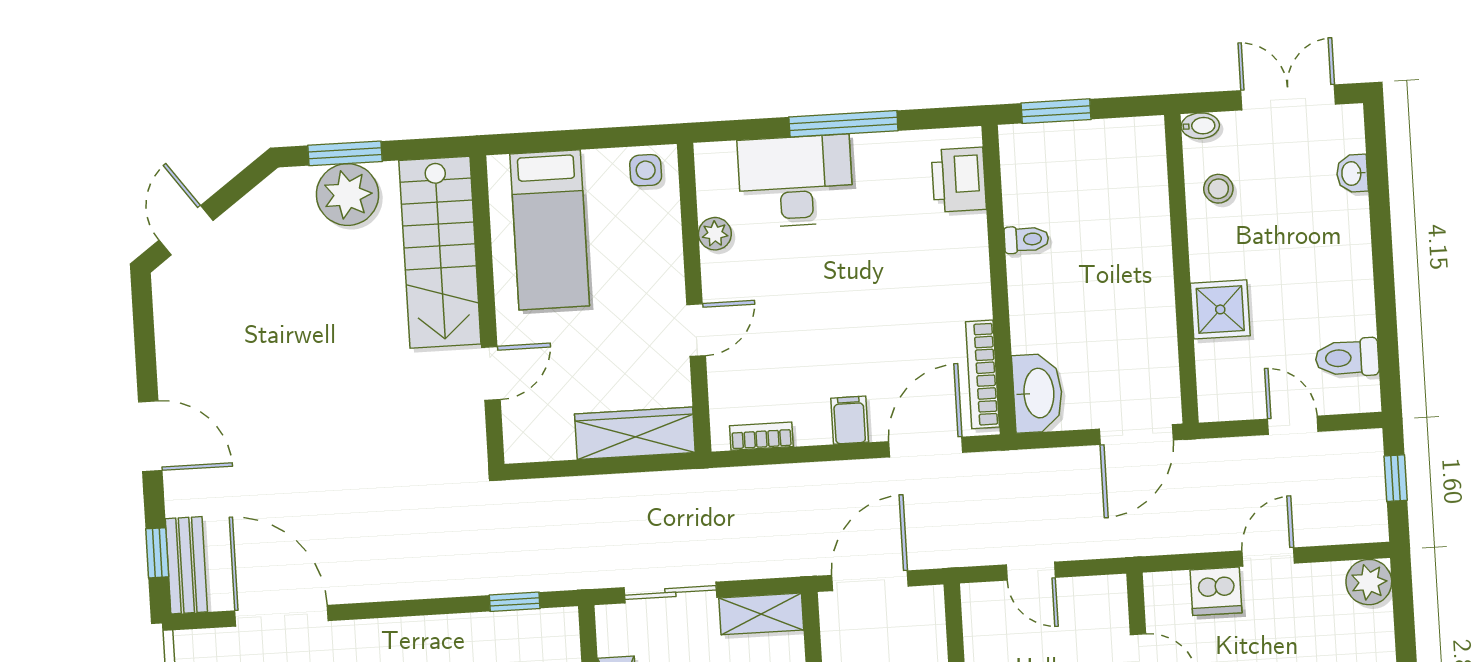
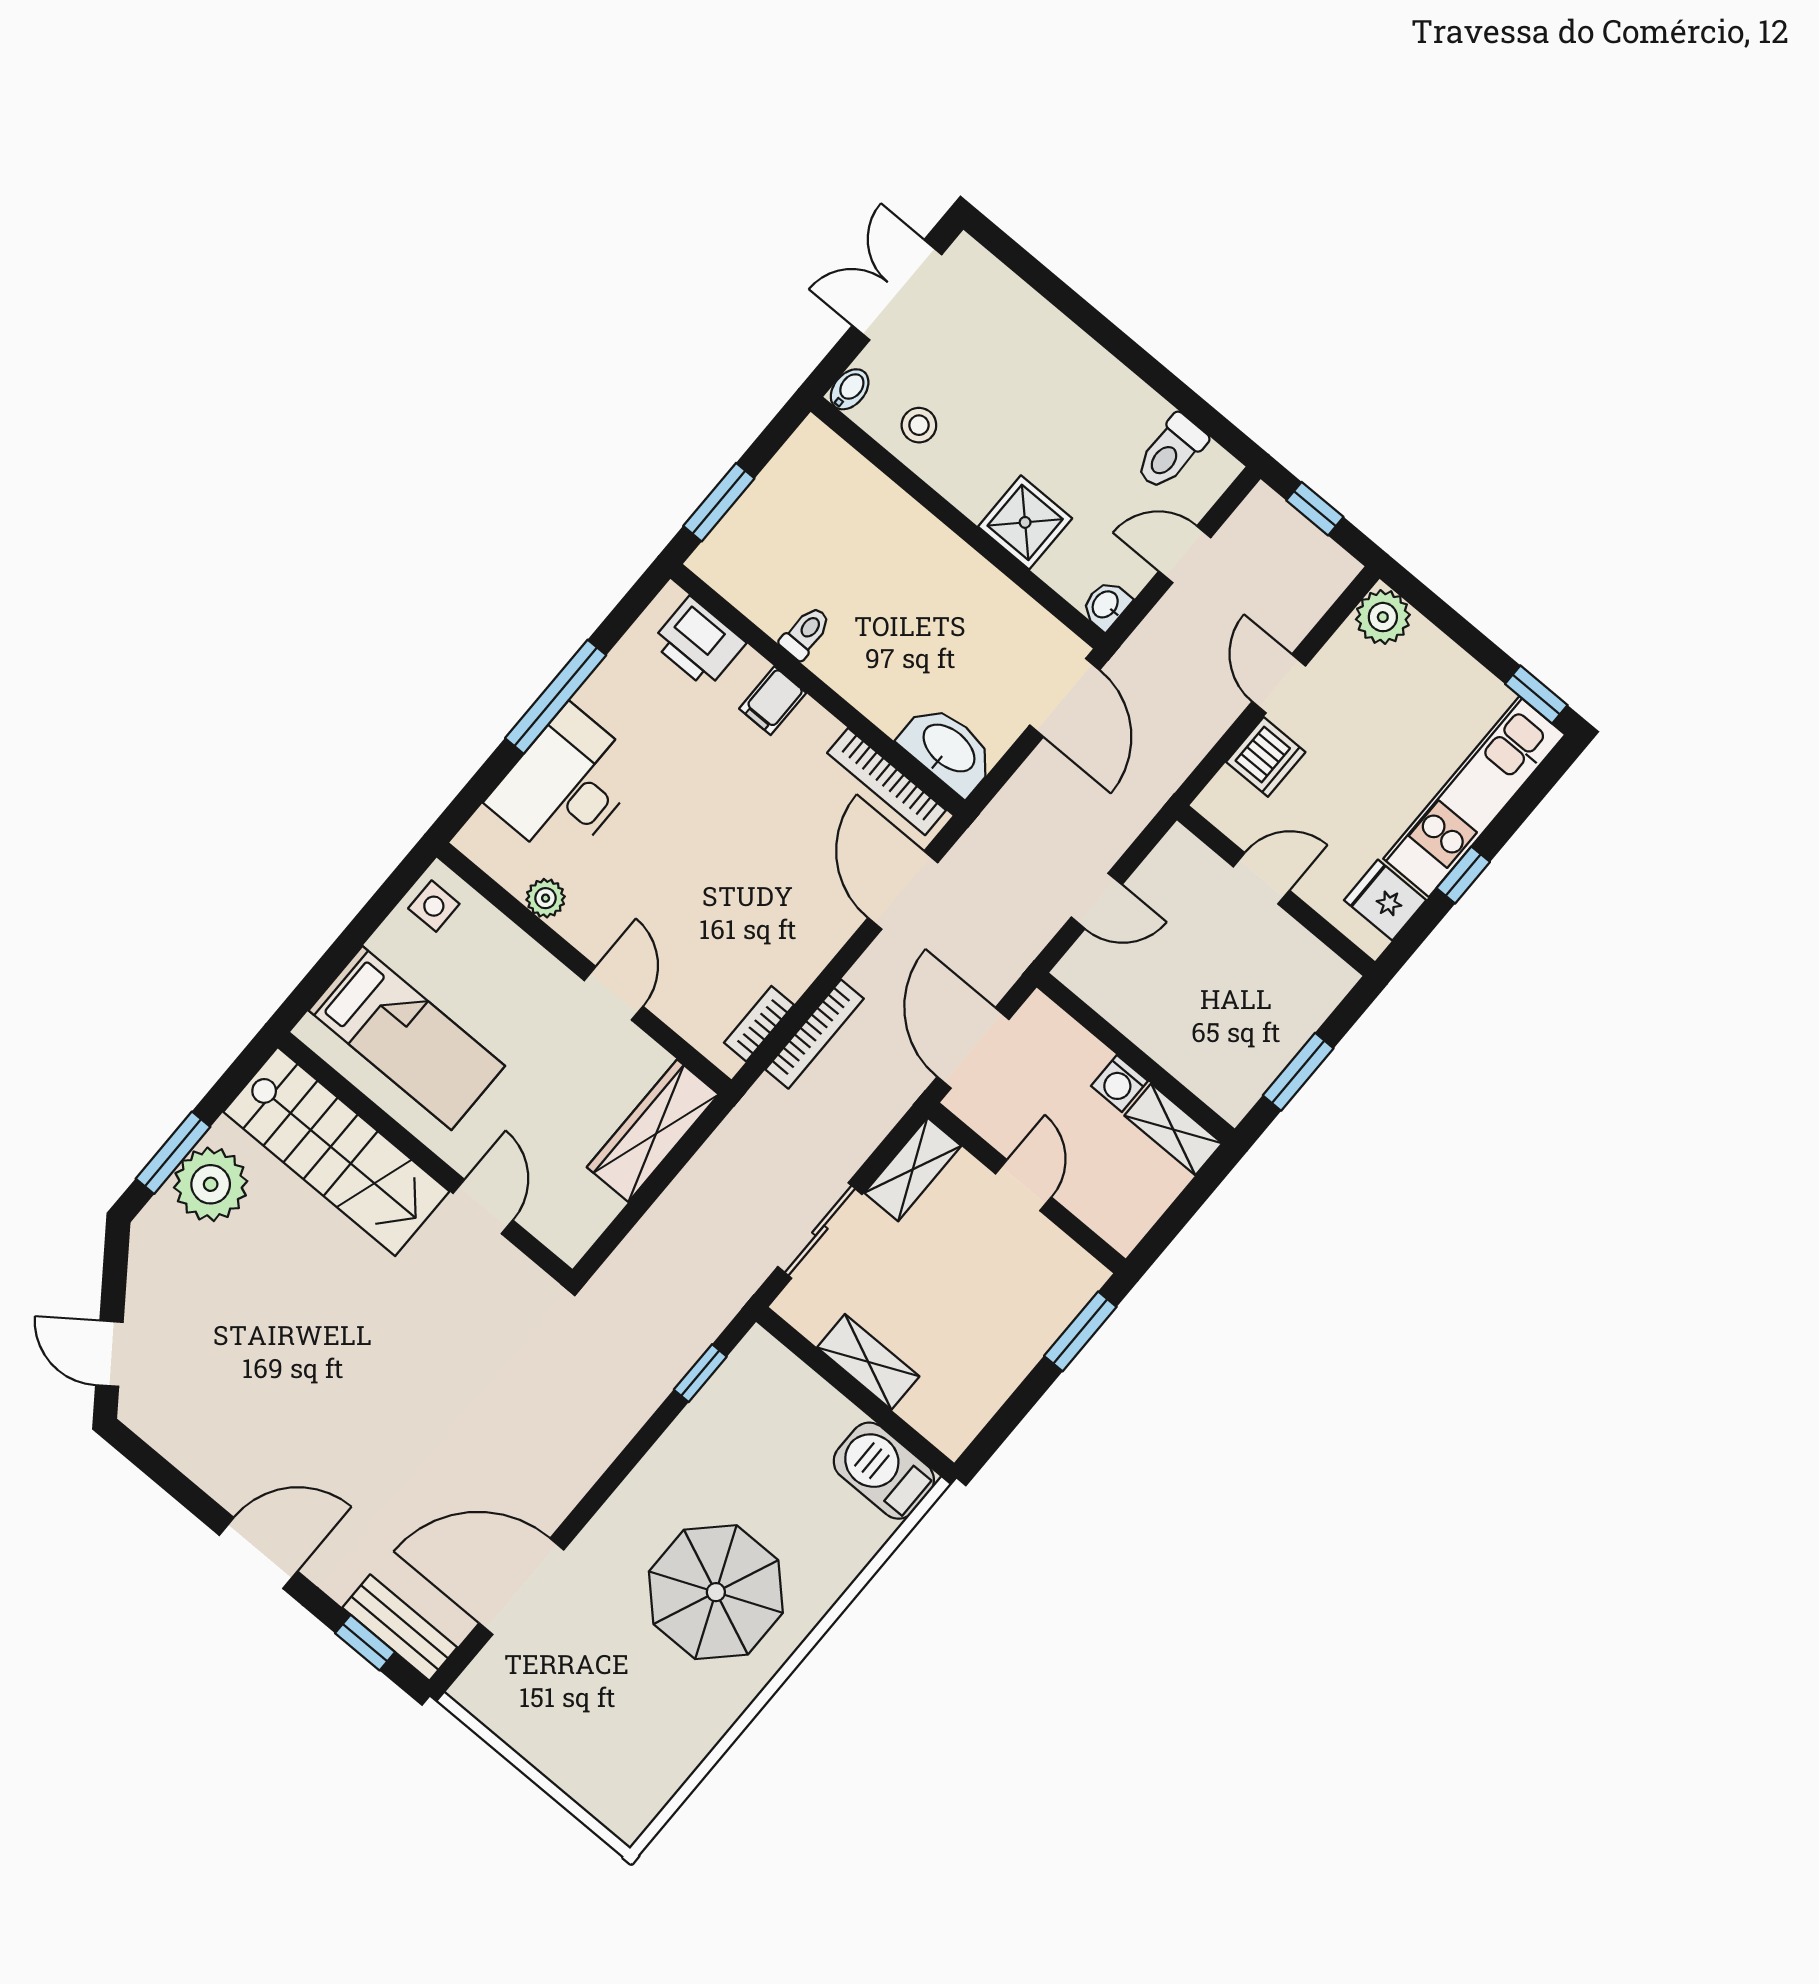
washbasin: (1352, 173) -> (1106, 605), moved, turned 90
filing cabinet: (850, 420) -> (773, 701), moved, turned -90
bookcase: (787, 476) -> (815, 1034), added

